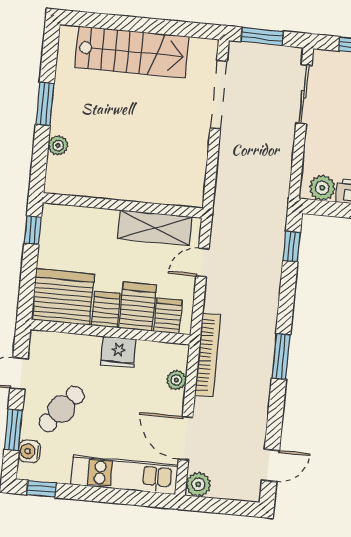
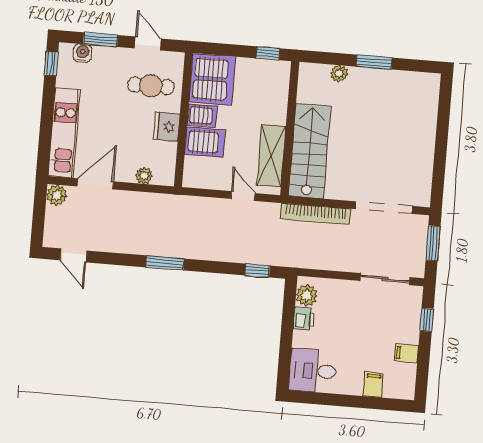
stairs: (132, 52) -> (309, 151), moved, turned 180
server rack: (168, 316) -> (198, 168), removed
bookcase: (208, 355) -> (316, 214), moved
cafe table: (62, 409) -> (151, 86), moved, turned -39

